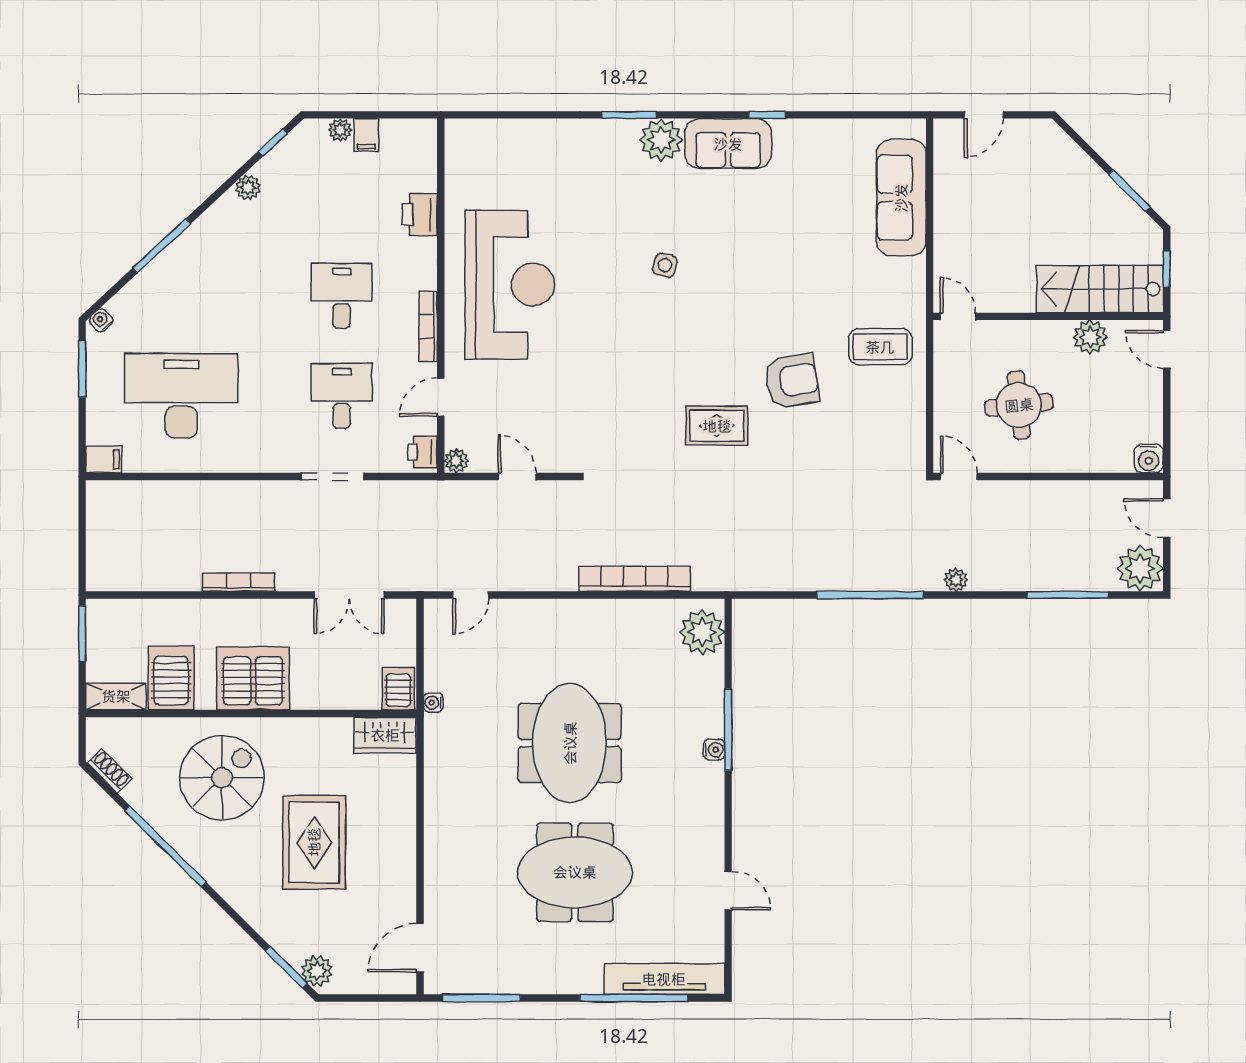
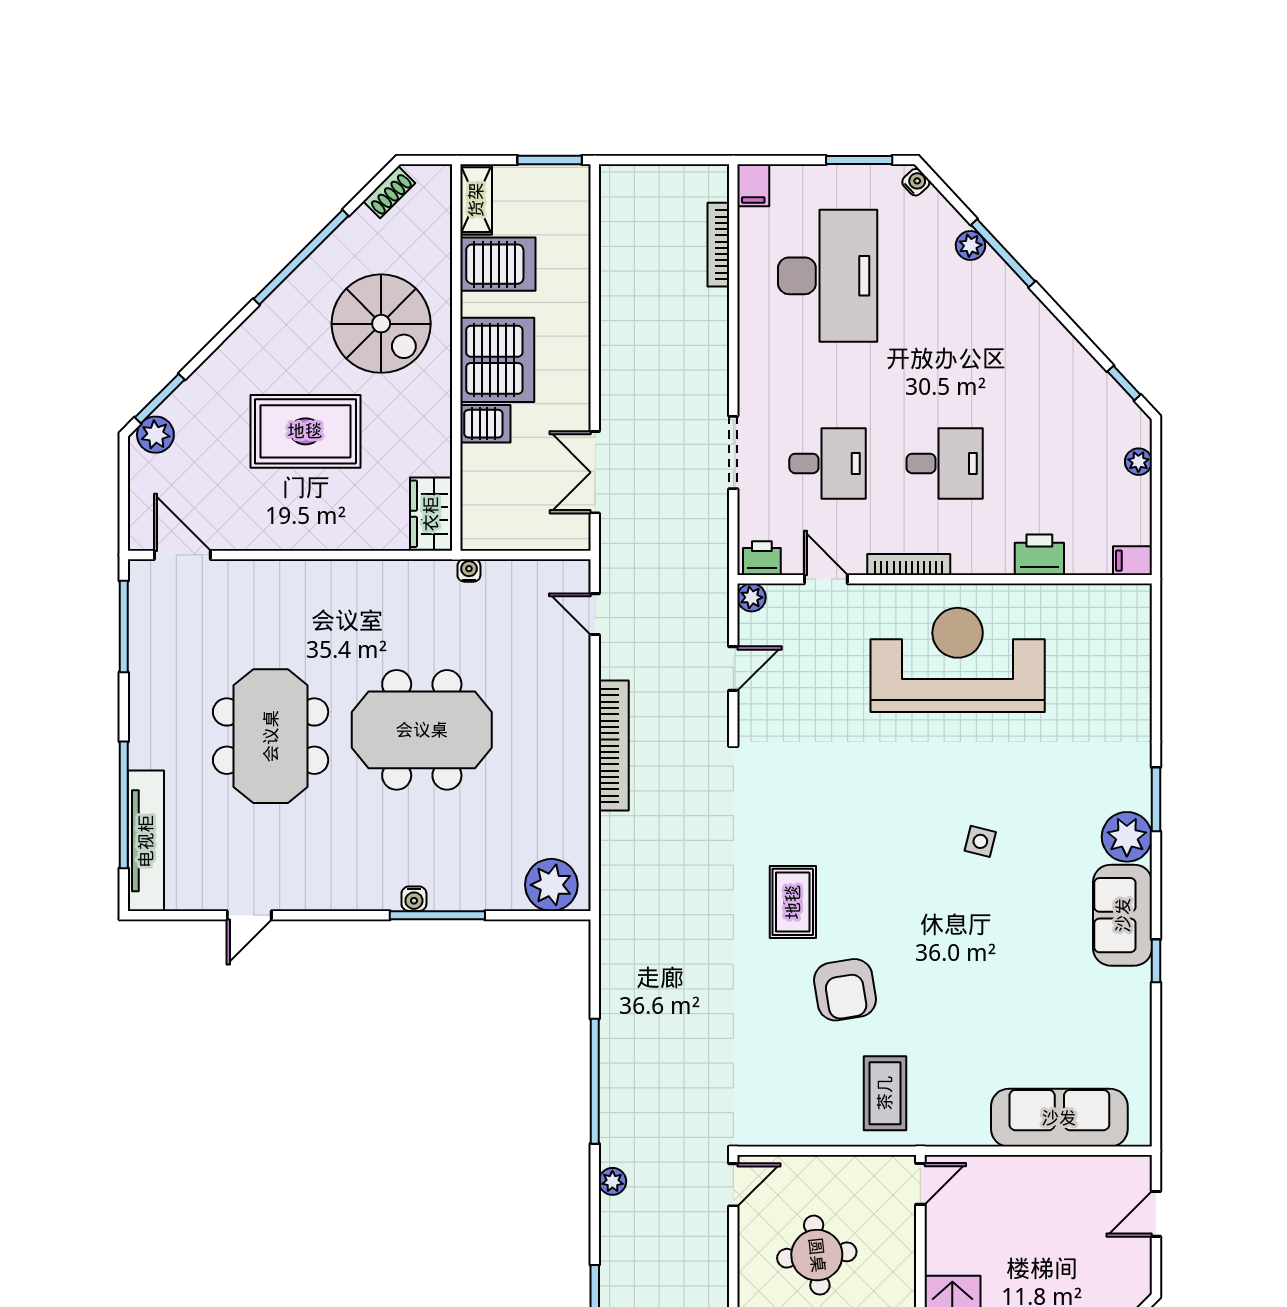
door: (984, 115) -> (1156, 1214), hinge flipped
filing cabinet: (366, 135) -> (1132, 561), moved
plant: (248, 188) -> (970, 246), moved
reception desk: (510, 285) -> (958, 660), turned 180
bookcase: (635, 579) -> (614, 746), moved
bookcase: (239, 582) -> (718, 245), moved, turned 180
server rack: (398, 689) -> (485, 424), moved

